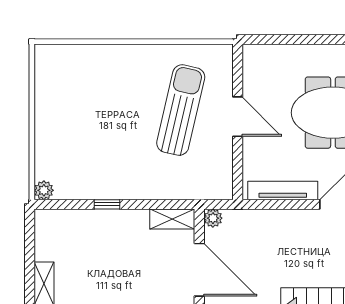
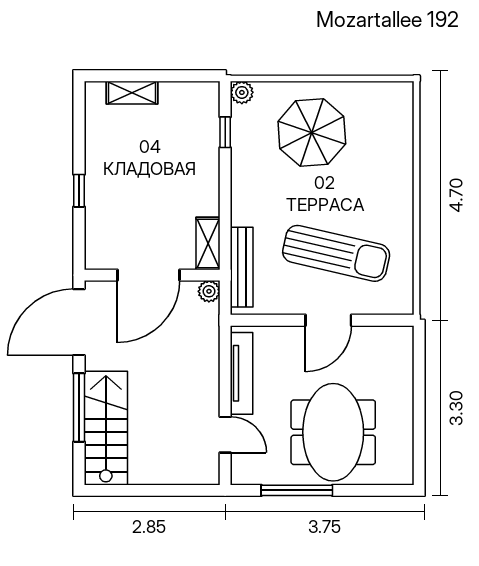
parasol: (78, 131) -> (312, 133), added
bench: (192, 190) -> (242, 267), added
window: (107, 204) -> (225, 132), moved

